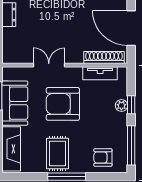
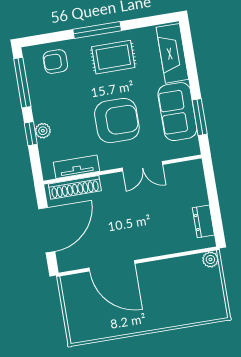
door: (131, 28) -> (47, 230), hinge flipped
rug: (57, 153) -> (113, 57), turned 90
armchair: (103, 157) -> (55, 62), turned 180

